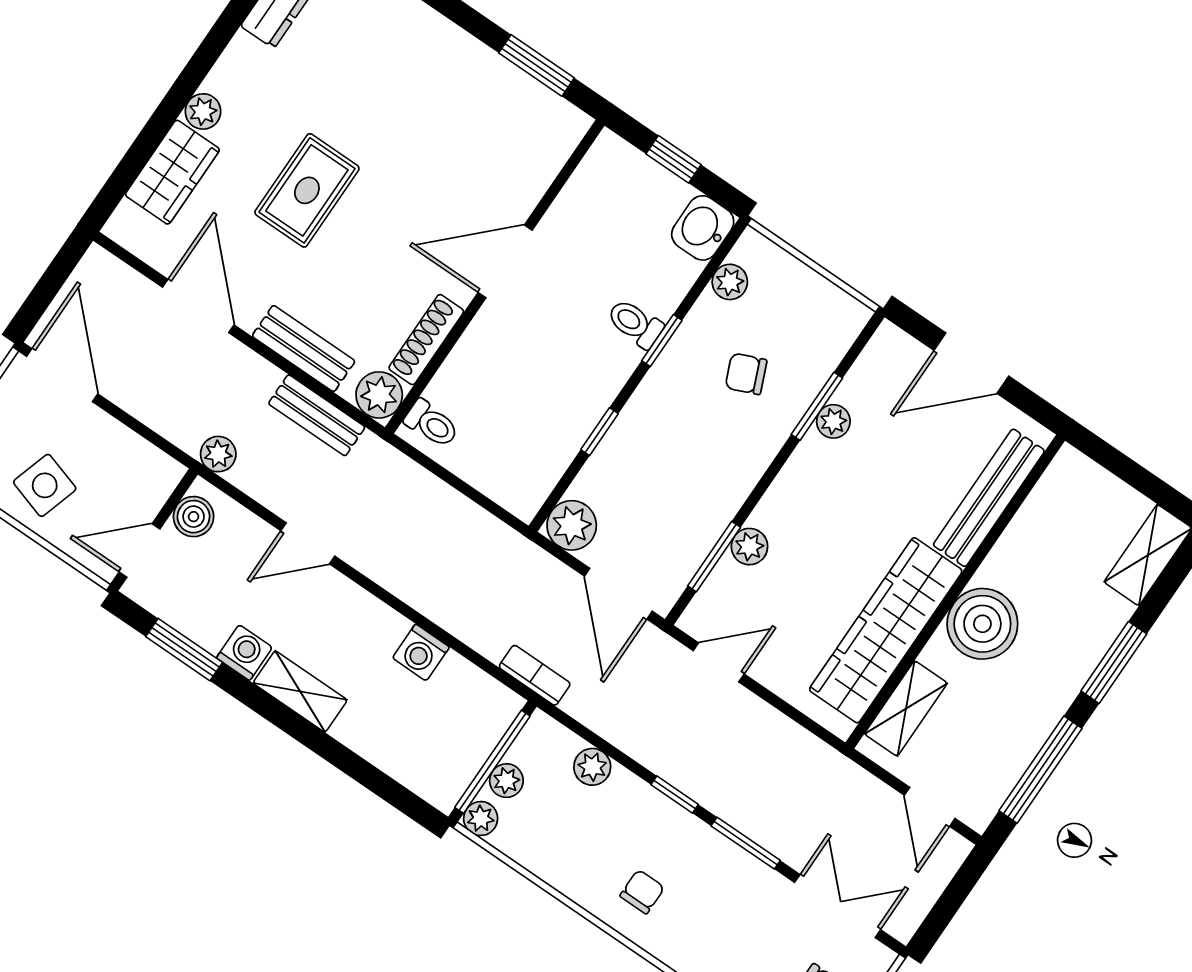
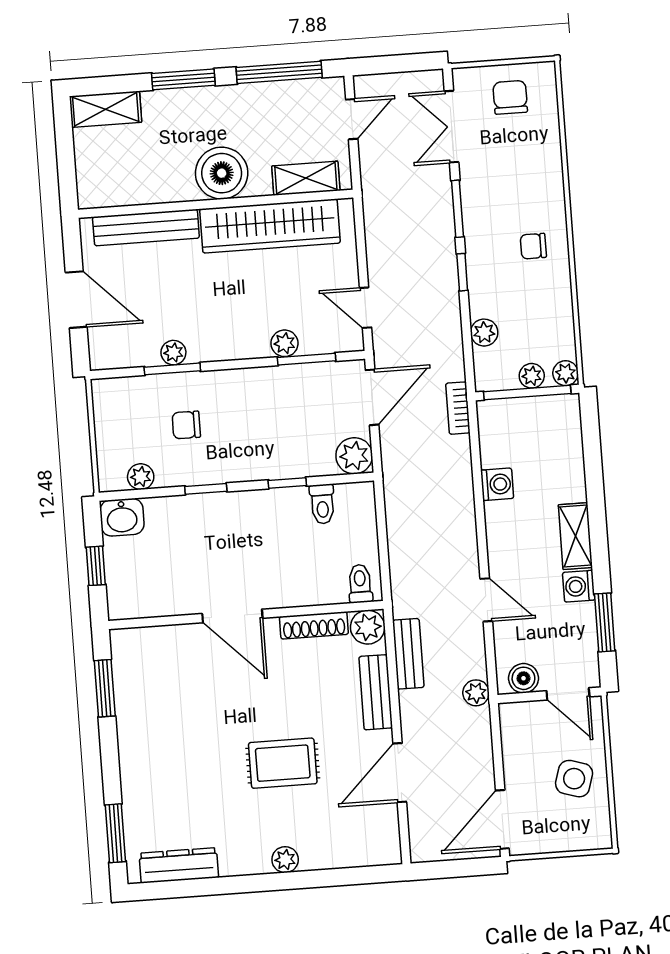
wardrobe: (172, 172) -> (334, 849), removed
toilet: (635, 323) -> (322, 504), moved
chair: (746, 374) -> (186, 425), turned 113

